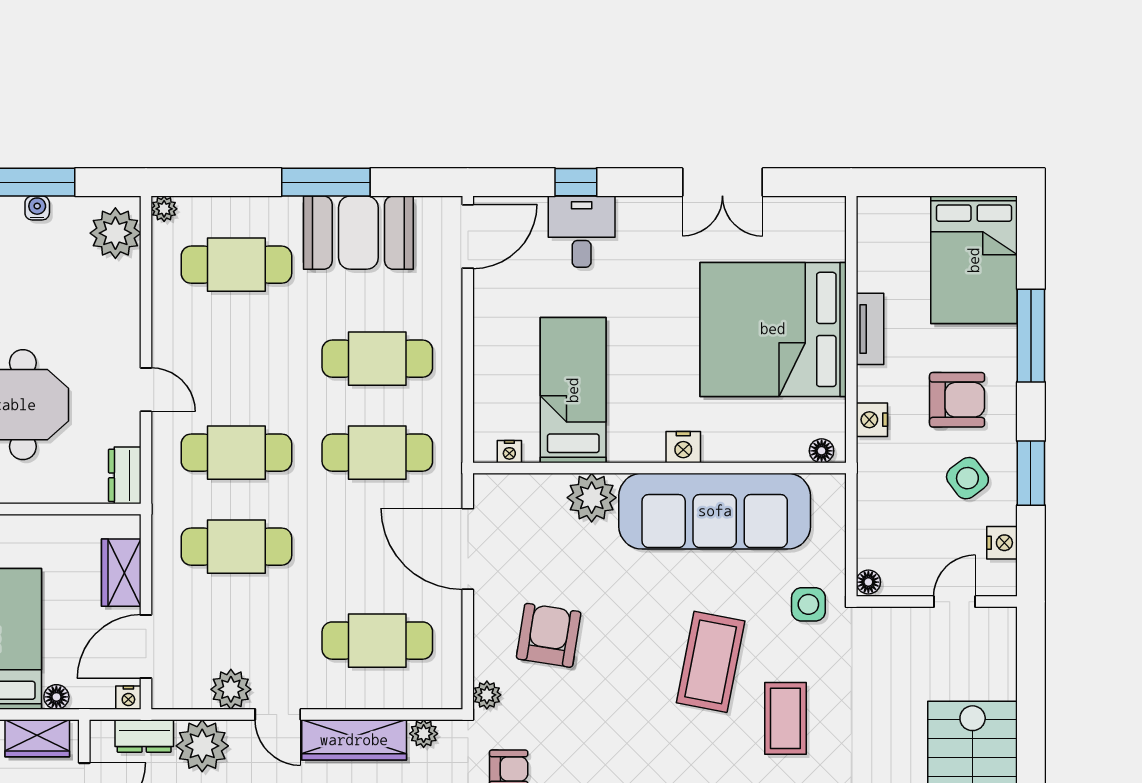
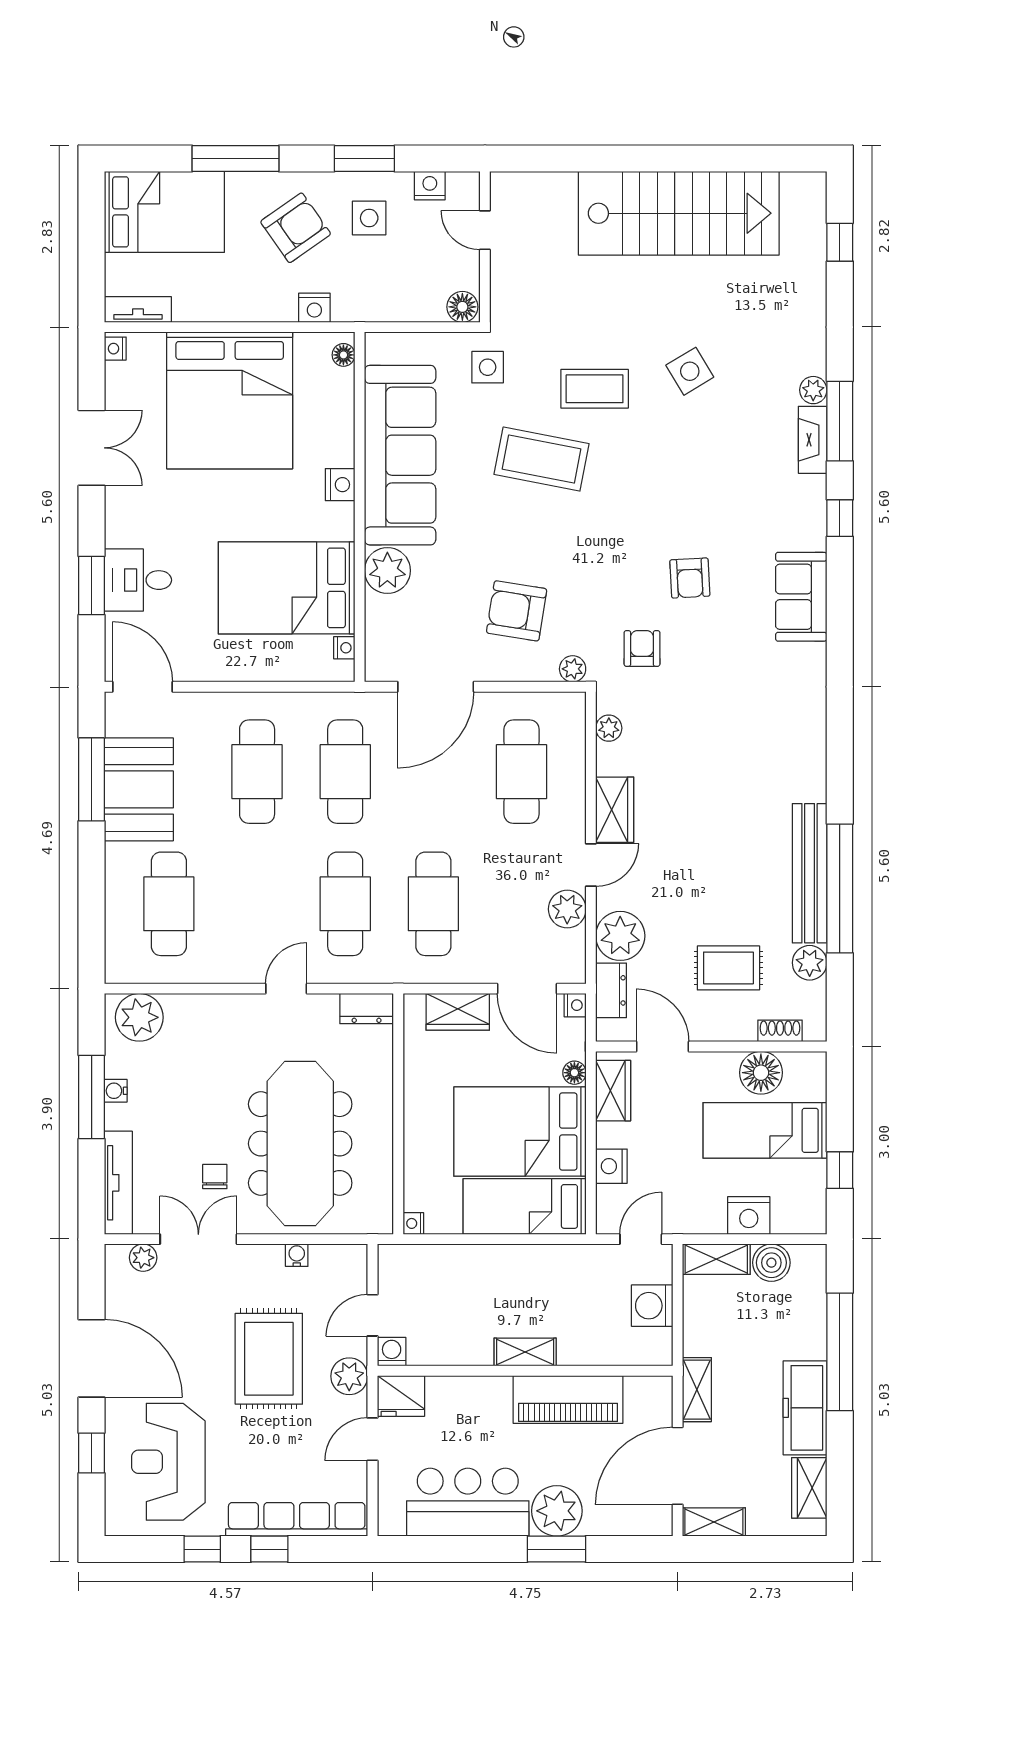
window: (326, 182) -> (92, 779), moved
window: (576, 182) -> (92, 585), width x1.50
nightstand: (828, 207) -> (115, 349), added
plant: (164, 209) -> (116, 972), removed
tv unit: (870, 329) -> (138, 310), moved
bed: (573, 390) -> (287, 588), width x1.50
armchair: (957, 400) -> (296, 228), turned 55
side table: (967, 478) -> (369, 218), turned 37
floor lamp: (868, 582) -> (462, 307), width x1.37, depth x1.37
wardrobe: (354, 740) -> (615, 810), width x0.67

